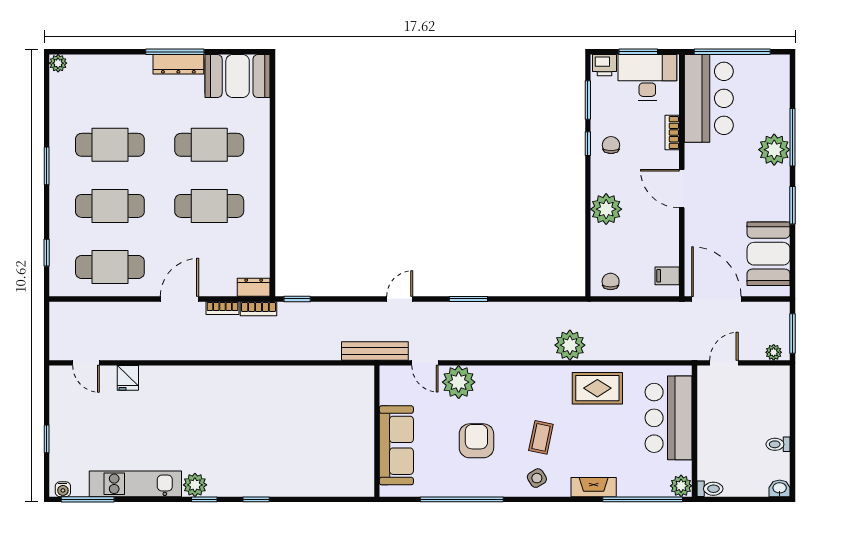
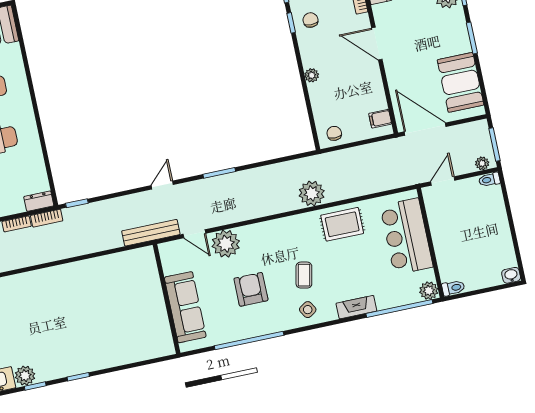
plant: (606, 209) -> (312, 75), width x0.53, depth x0.53
toilet: (778, 444) -> (489, 180), moved

